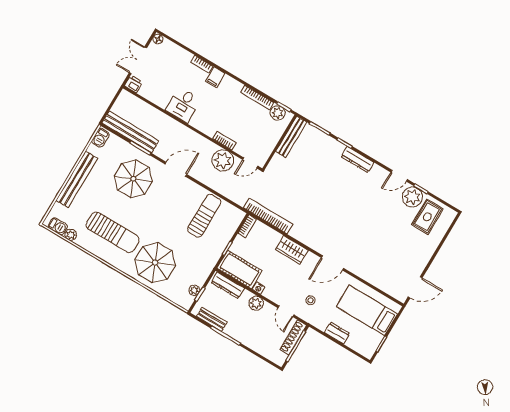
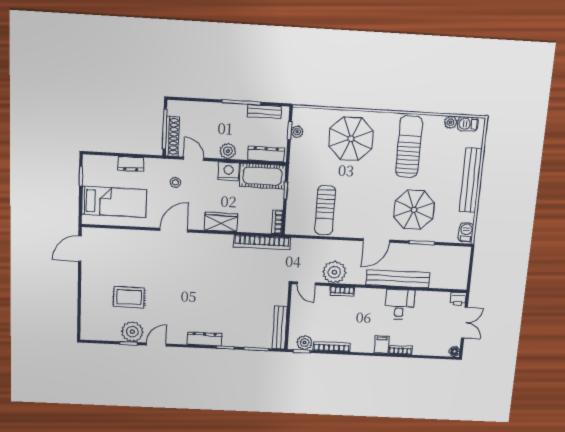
bench: (130, 132) -> (398, 279), moved
door: (250, 163) -> (306, 283), swing flipped
rug: (427, 217) -> (129, 297), moved, turned 90
sun lounger: (113, 232) -> (409, 147), turned 90
nightstand: (259, 288) -> (228, 171), width x1.89, depth x1.79

